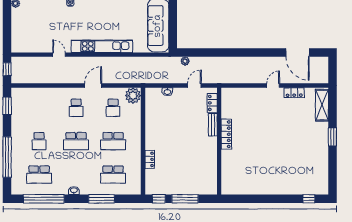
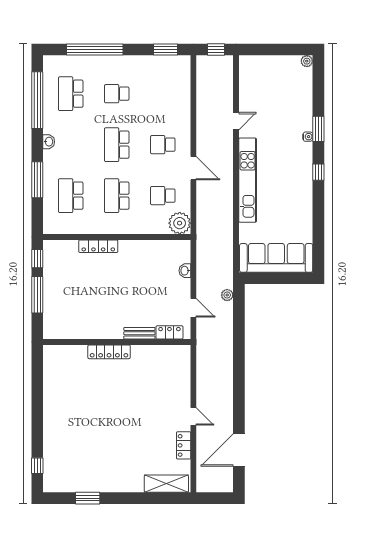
locker: (226, 134) -> (109, 352), moved
window: (332, 137) -> (88, 498), moved
locker: (150, 159) -> (98, 246), width x1.53

